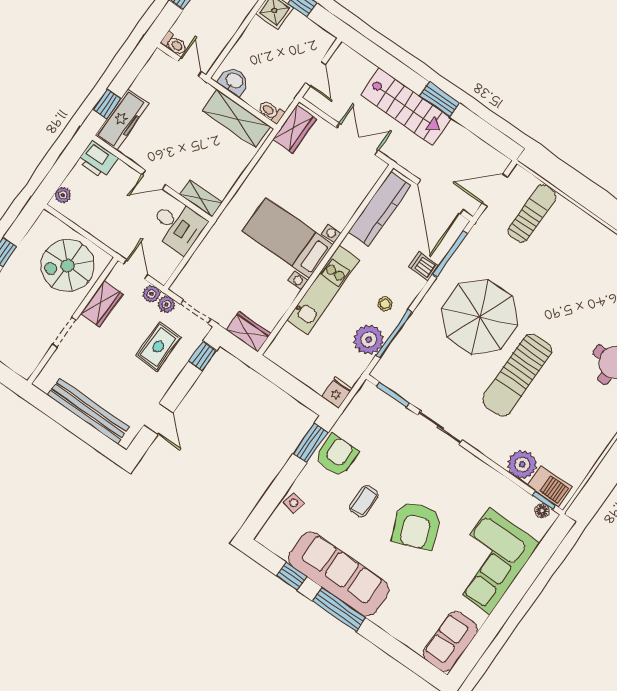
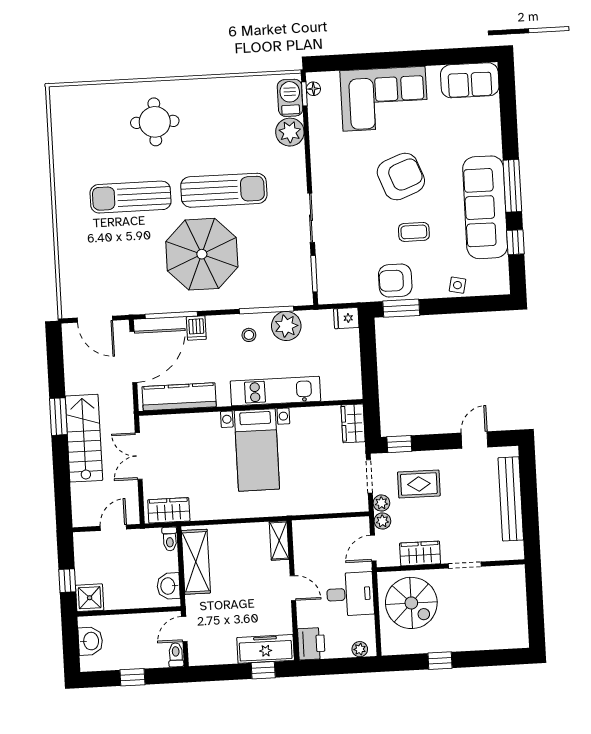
sun lounger: (532, 214) -> (130, 197), moved, width x1.36, depth x1.34
desk: (177, 226) -> (350, 594), moved, turned 90

